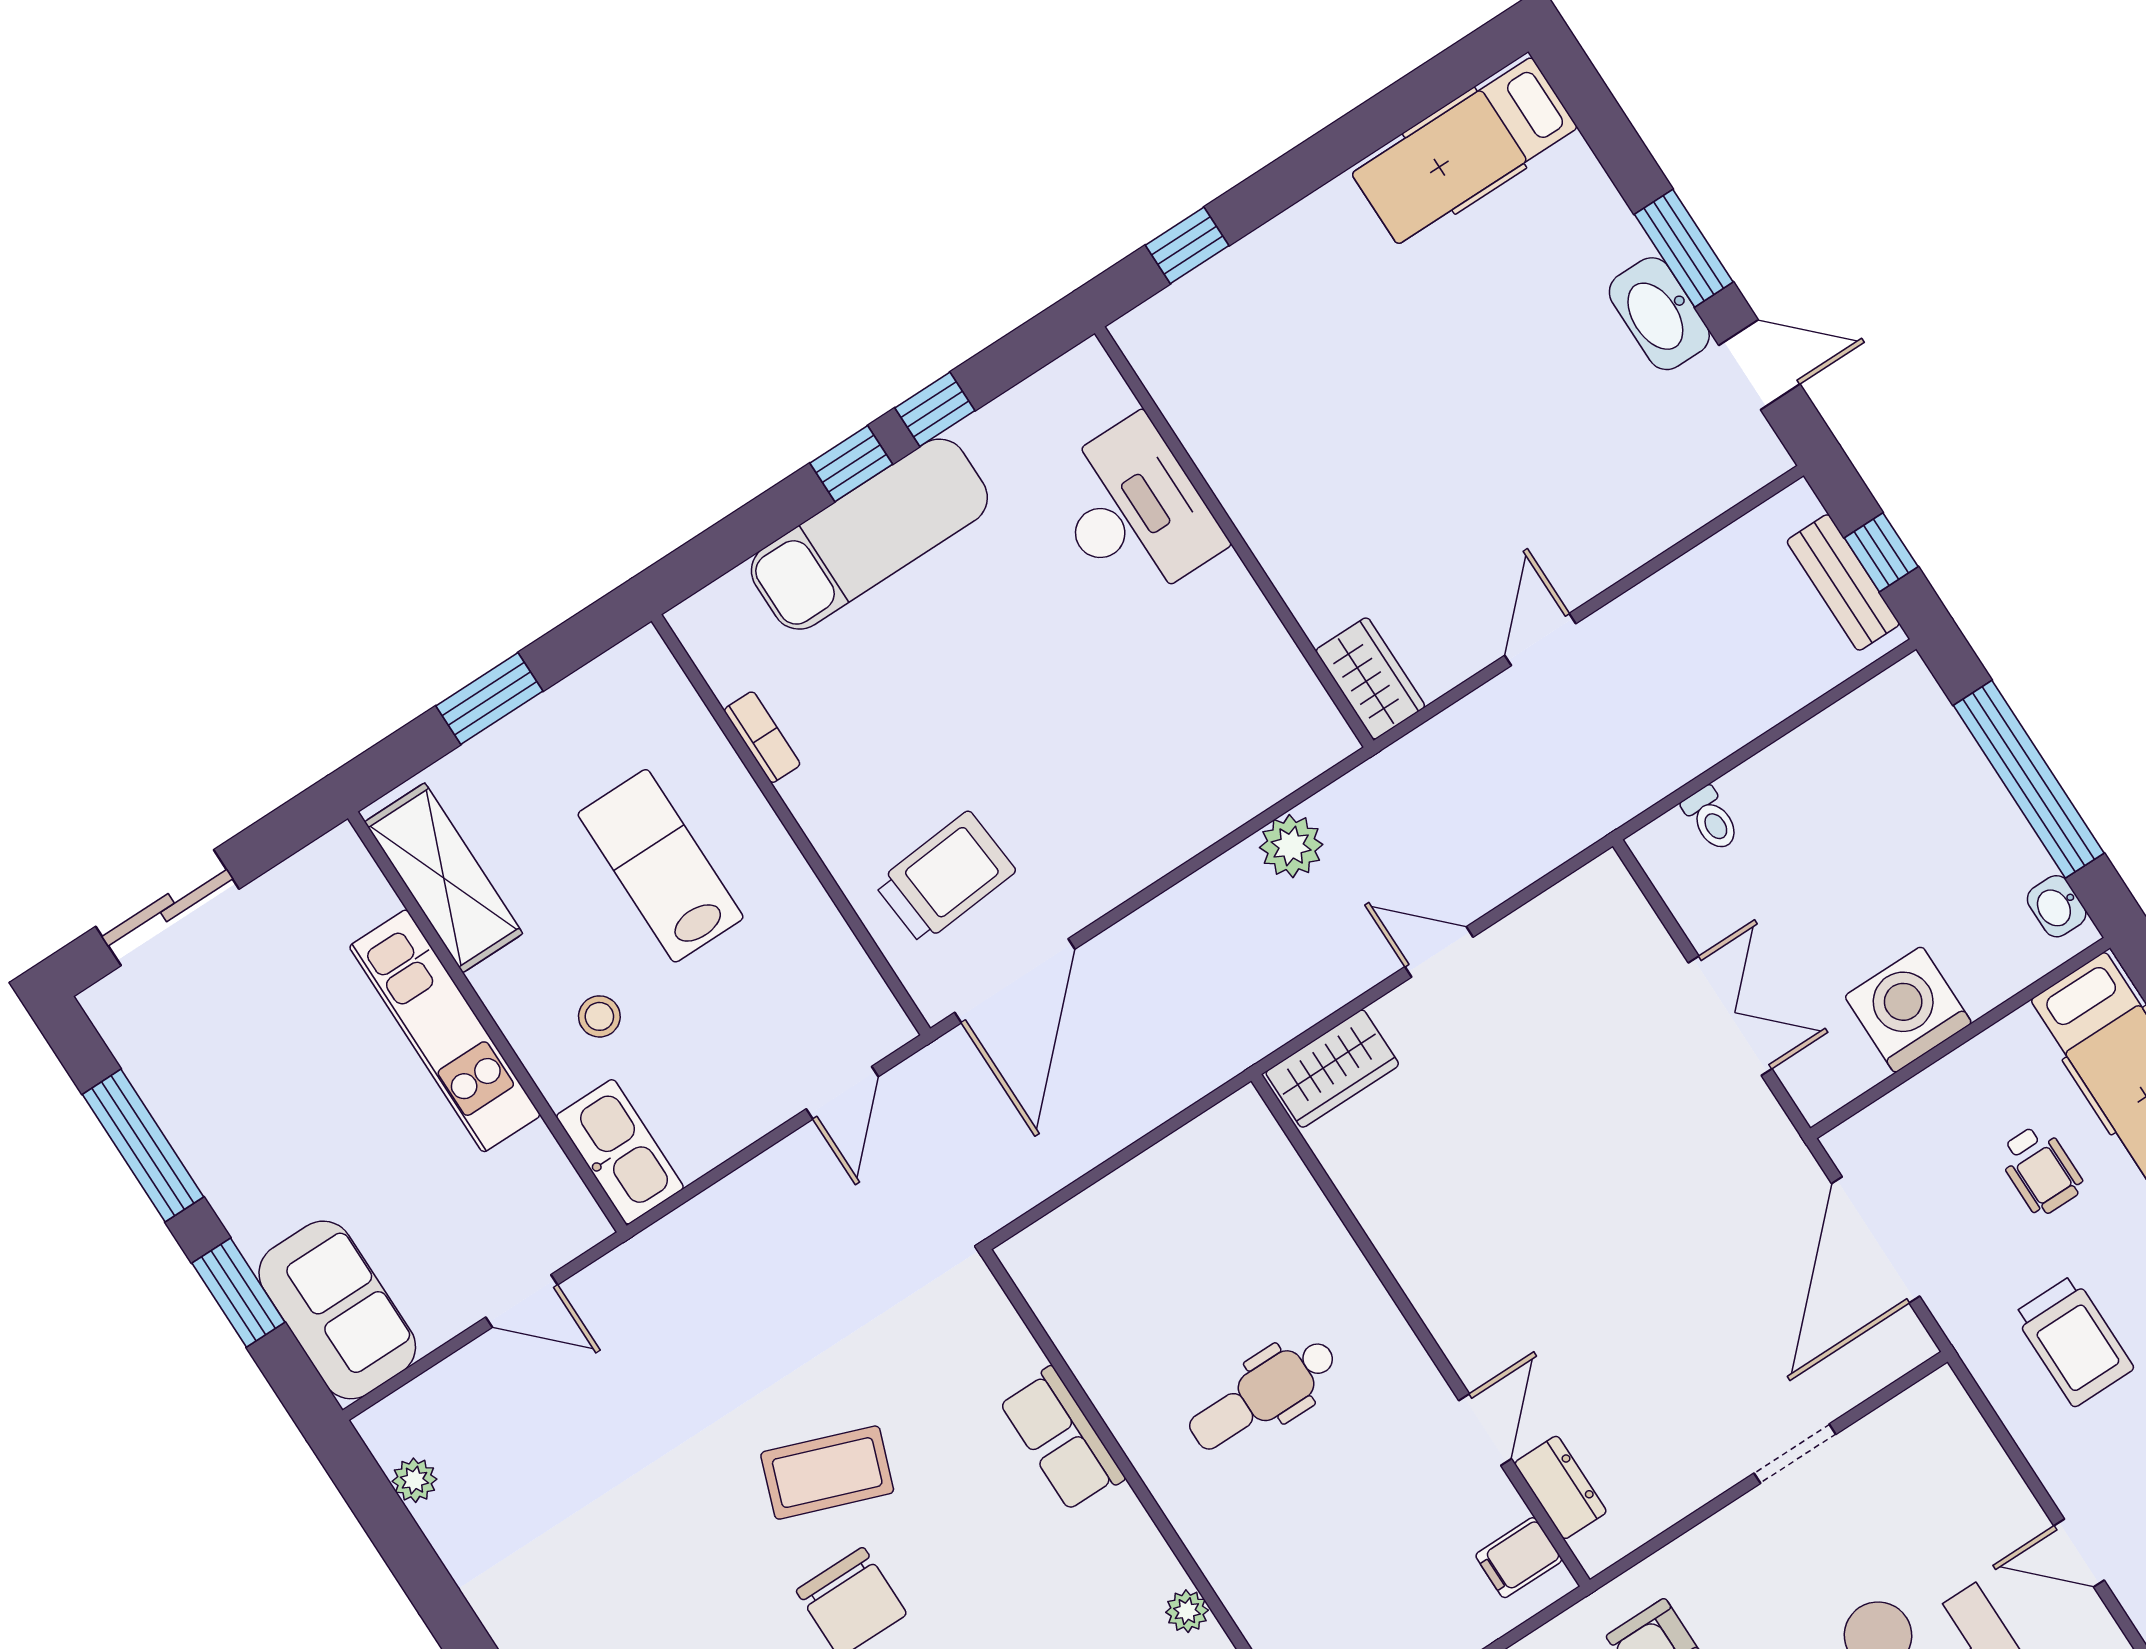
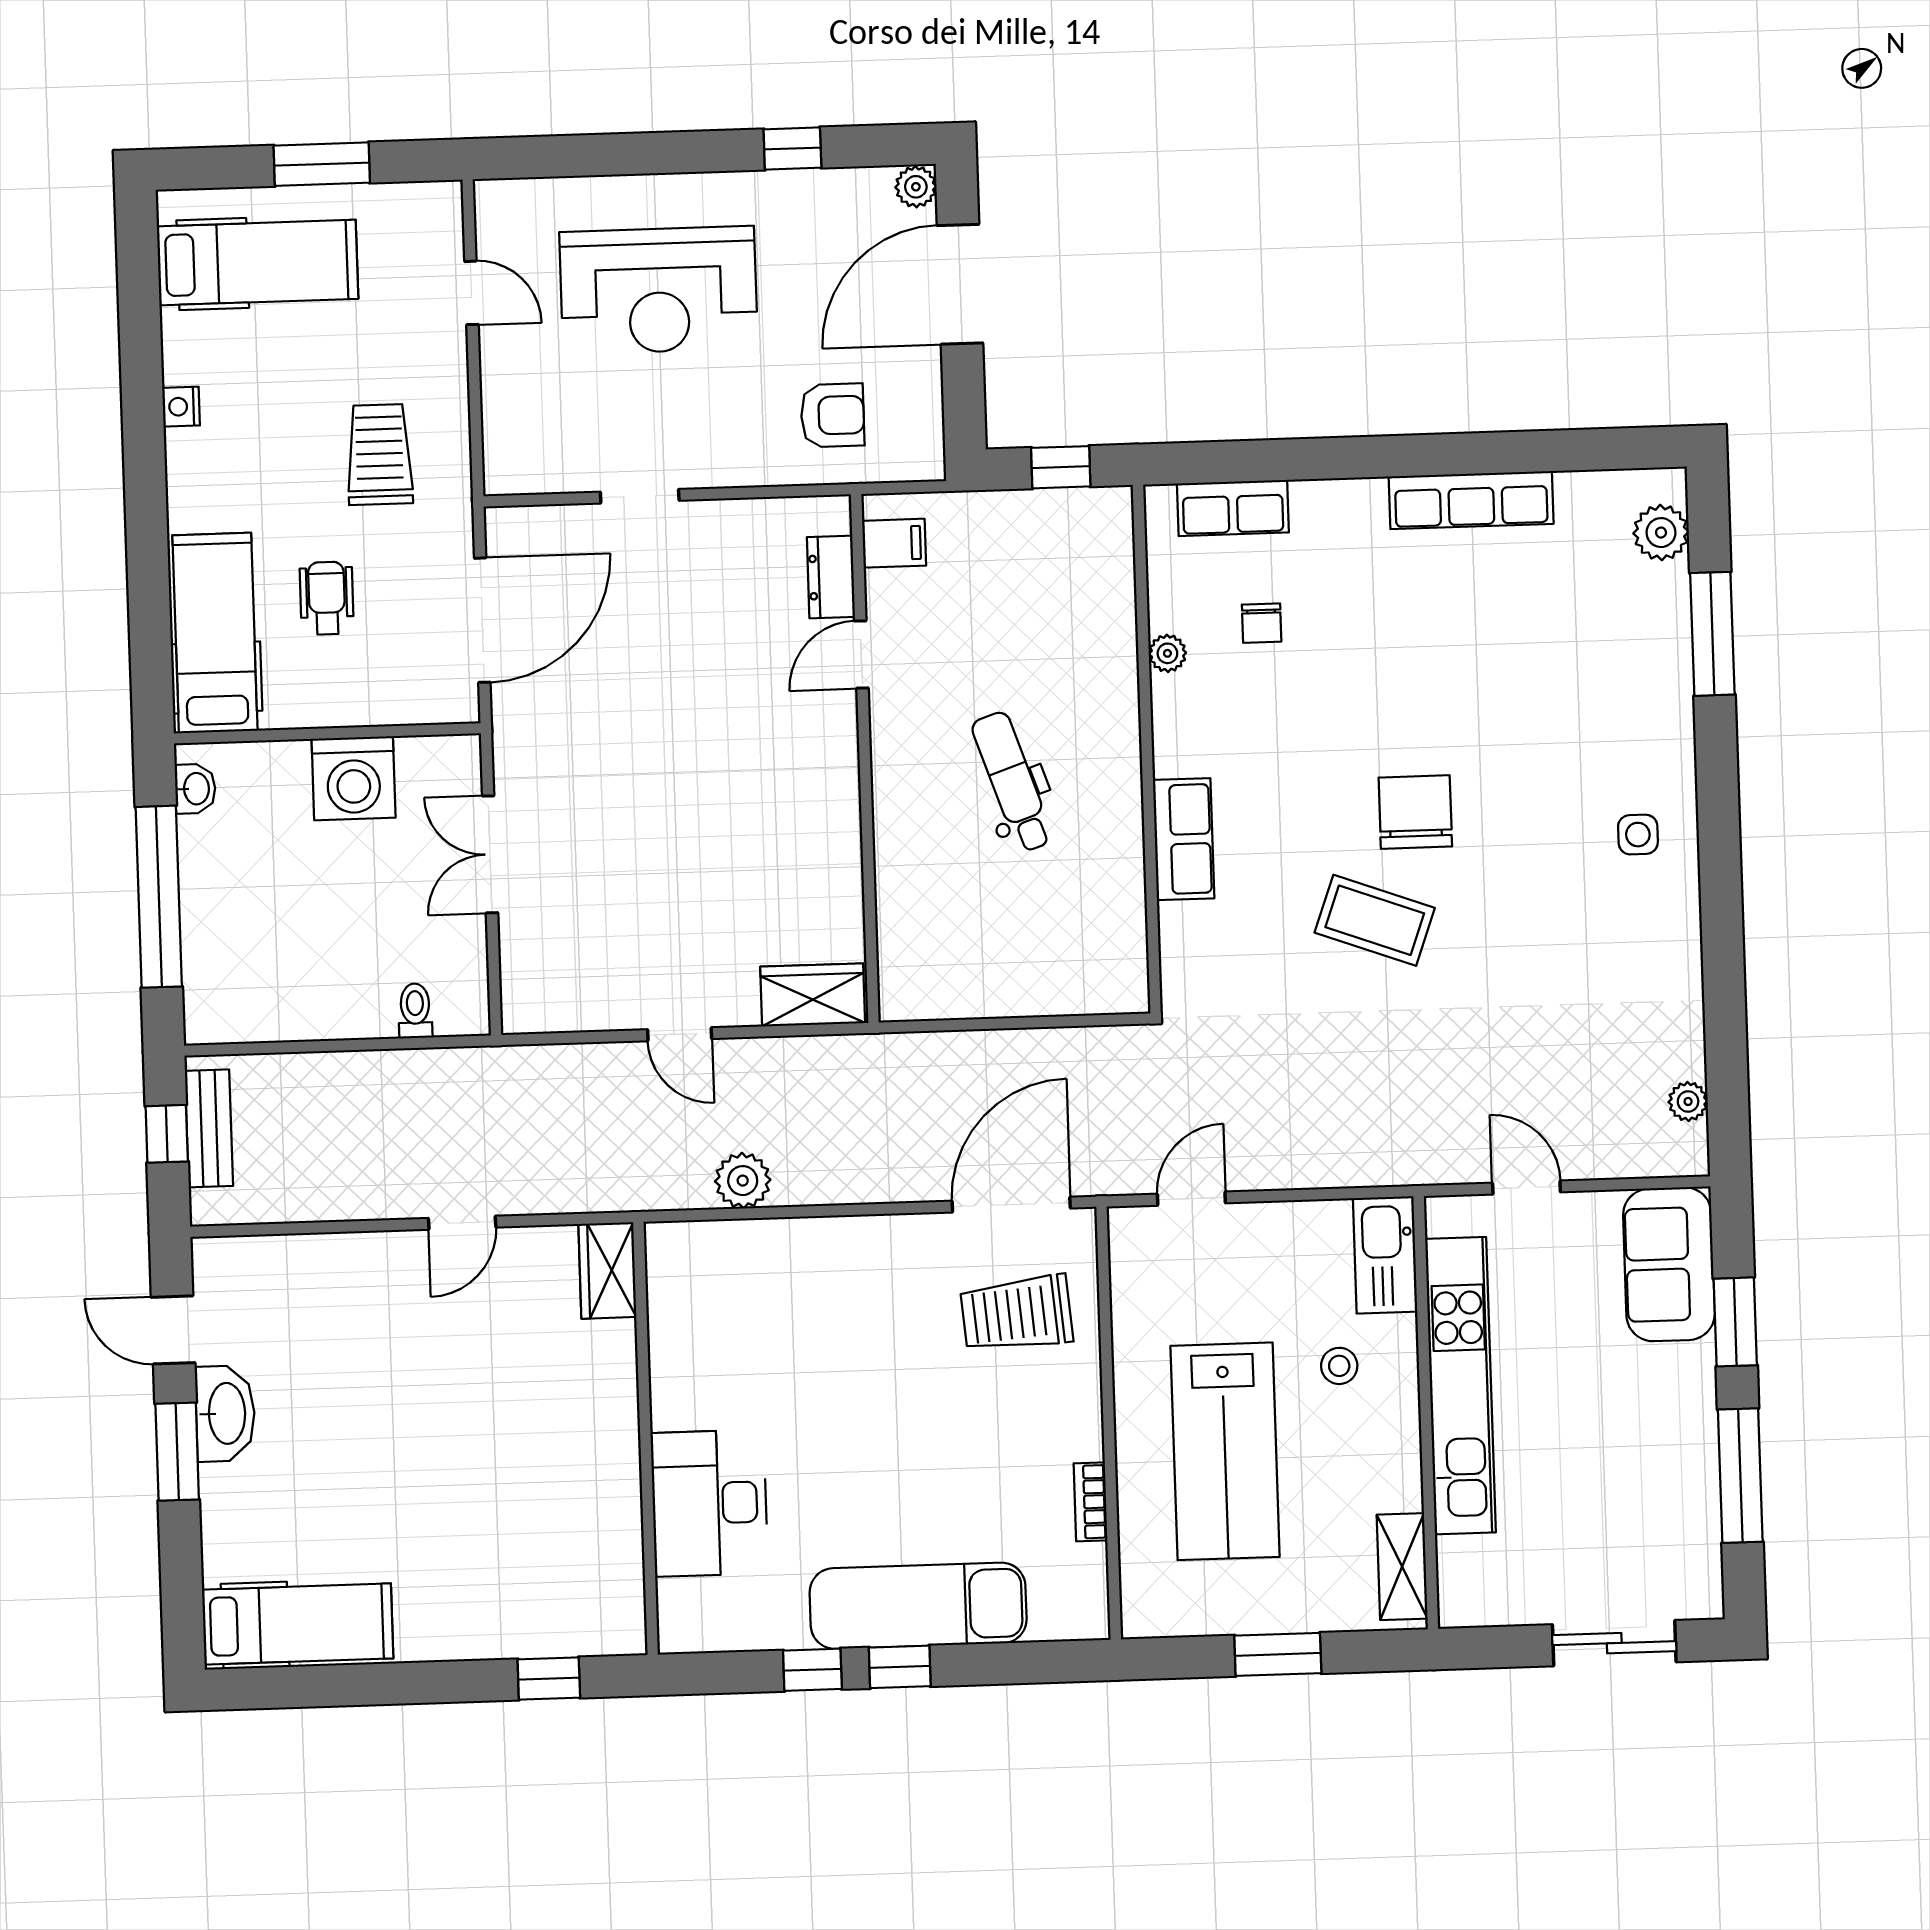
lab bench: (661, 866) -> (1225, 1451), width x1.36, depth x1.39
shelving: (444, 878) -> (1402, 1567), width x0.67, depth x0.75
kitchen unit: (445, 1031) -> (1460, 1386), width x1.36
dental chair: (1263, 1394) -> (1012, 782), turned -109

